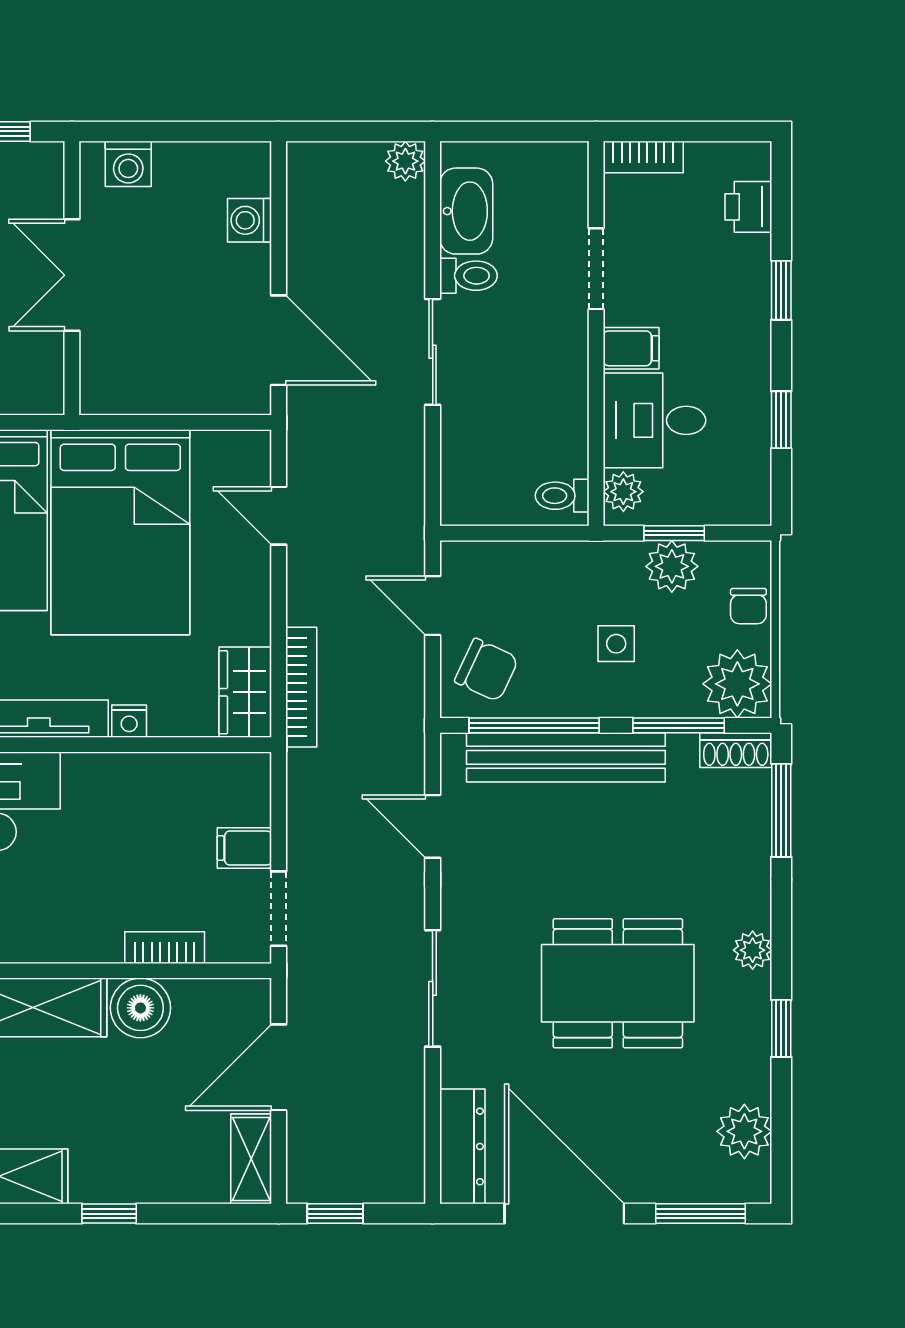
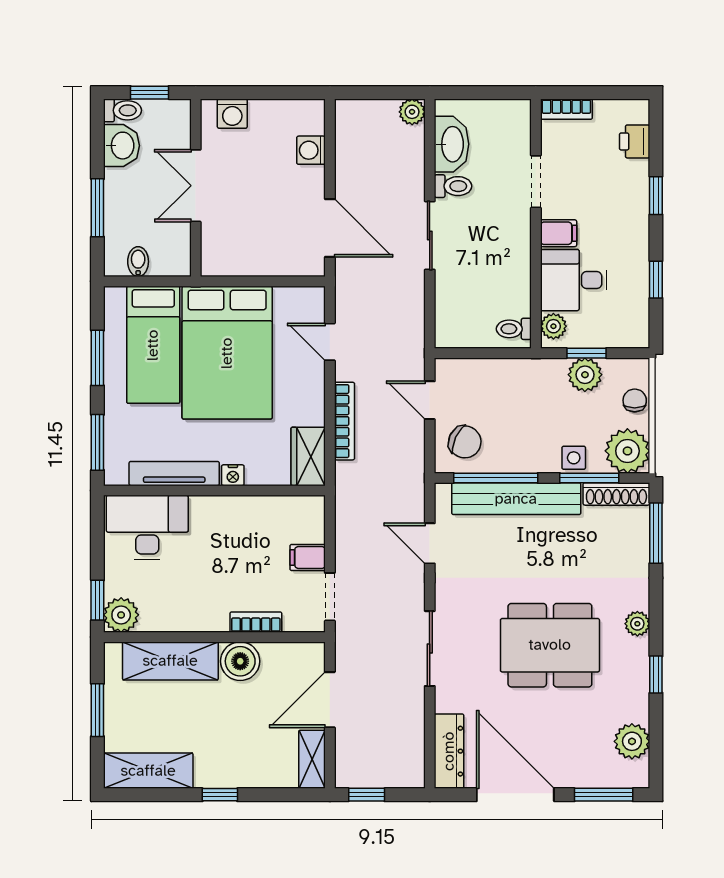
chair: (748, 606) -> (635, 400), turned 180
side table: (616, 644) -> (574, 458), moved
bookcase: (301, 687) -> (345, 421), moved
shoe rack: (736, 750) -> (616, 494), width x1.43

